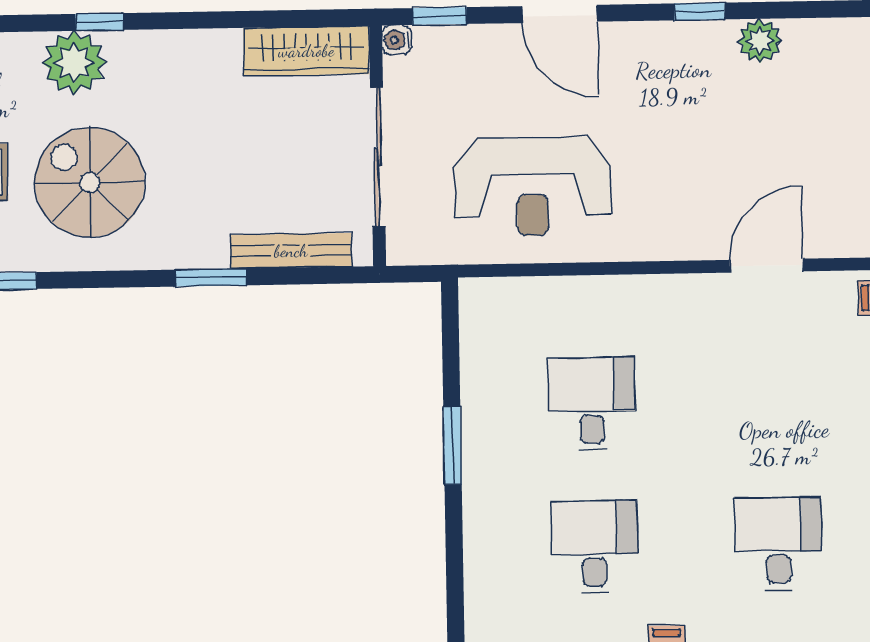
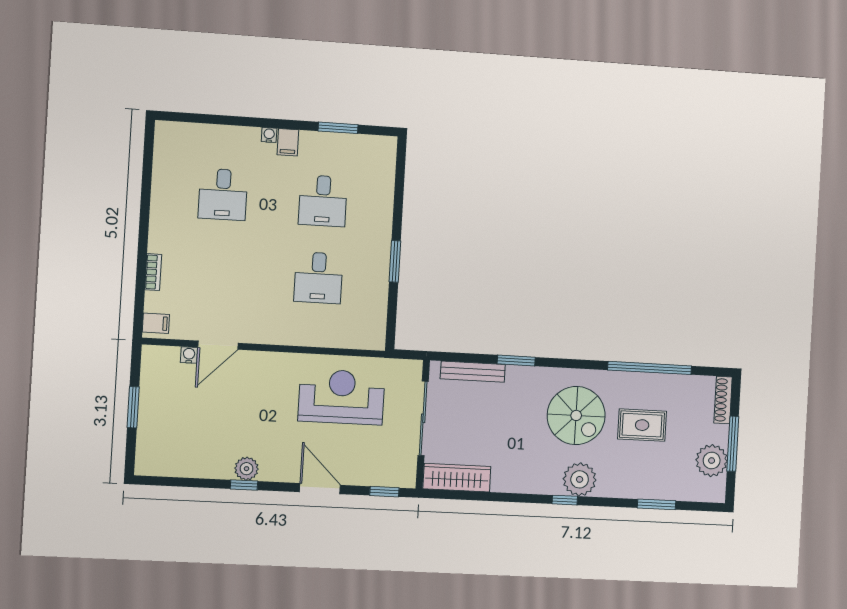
water cooler: (397, 40) -> (189, 355), moved, turned -90
plant: (760, 41) -> (247, 469), moved

